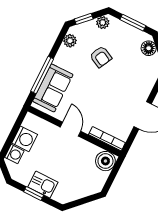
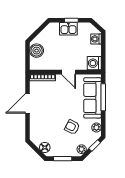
sofa: (53, 88) -> (92, 98), width x1.36
washing machine: (25, 139) -> (94, 63), moved
boiler: (105, 161) -> (37, 51), moved

